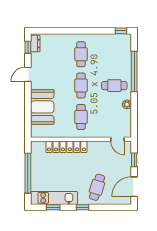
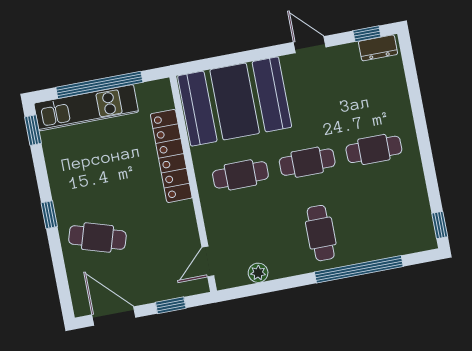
plant: (127, 104) -> (258, 273), moved
booth: (42, 107) -> (235, 101), width x1.36, depth x1.42
kitchen unit: (54, 198) -> (86, 108), moved, turned 90
window: (53, 207) -> (33, 130), moved

